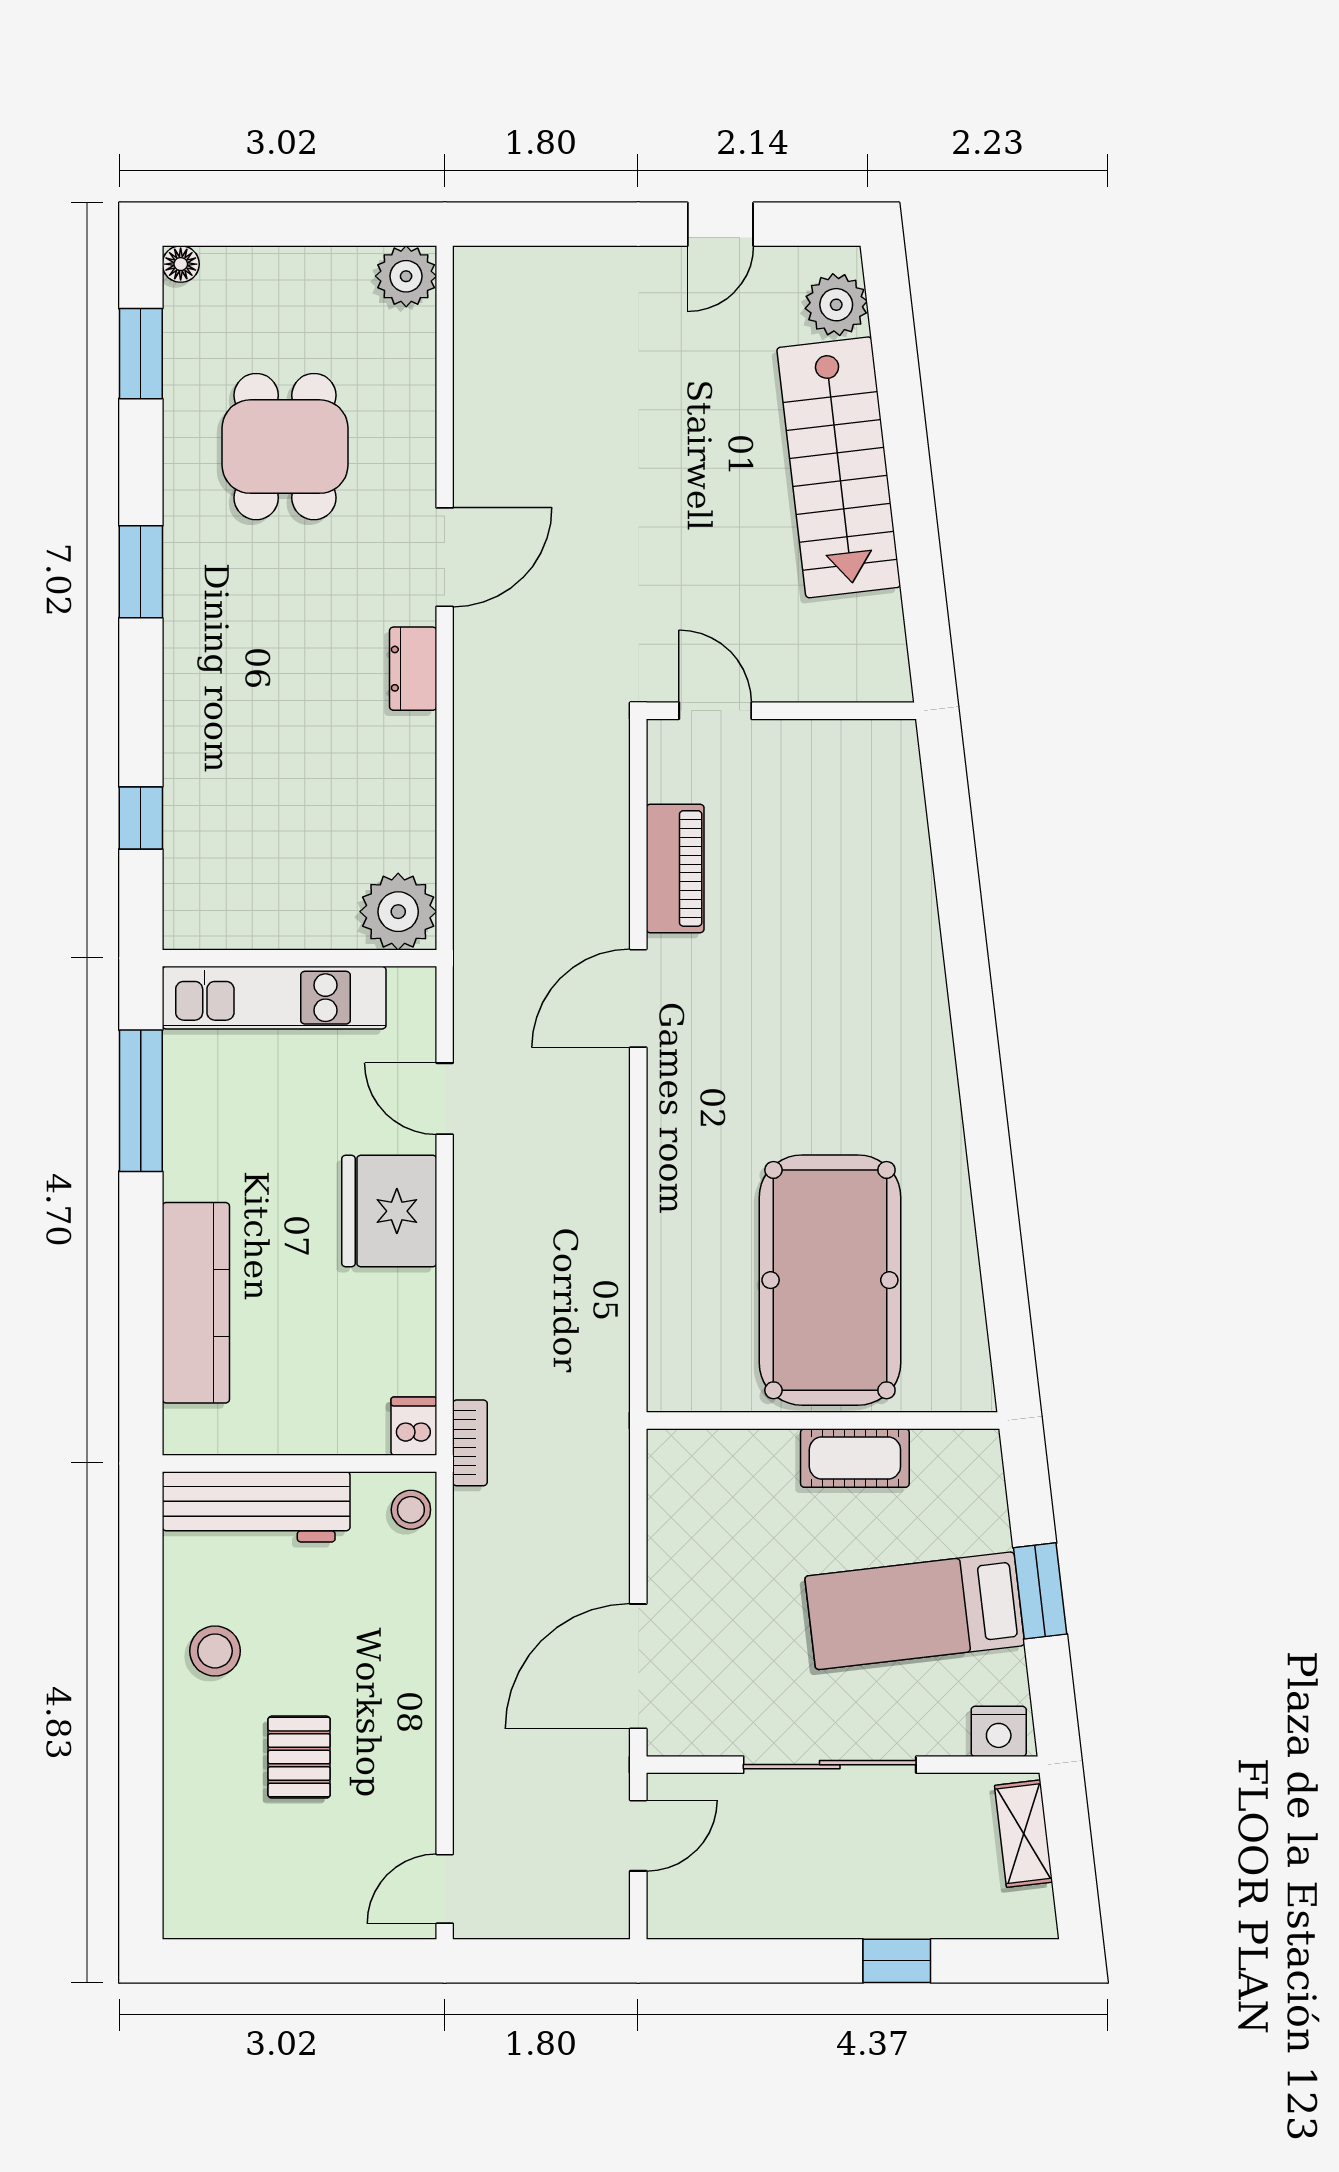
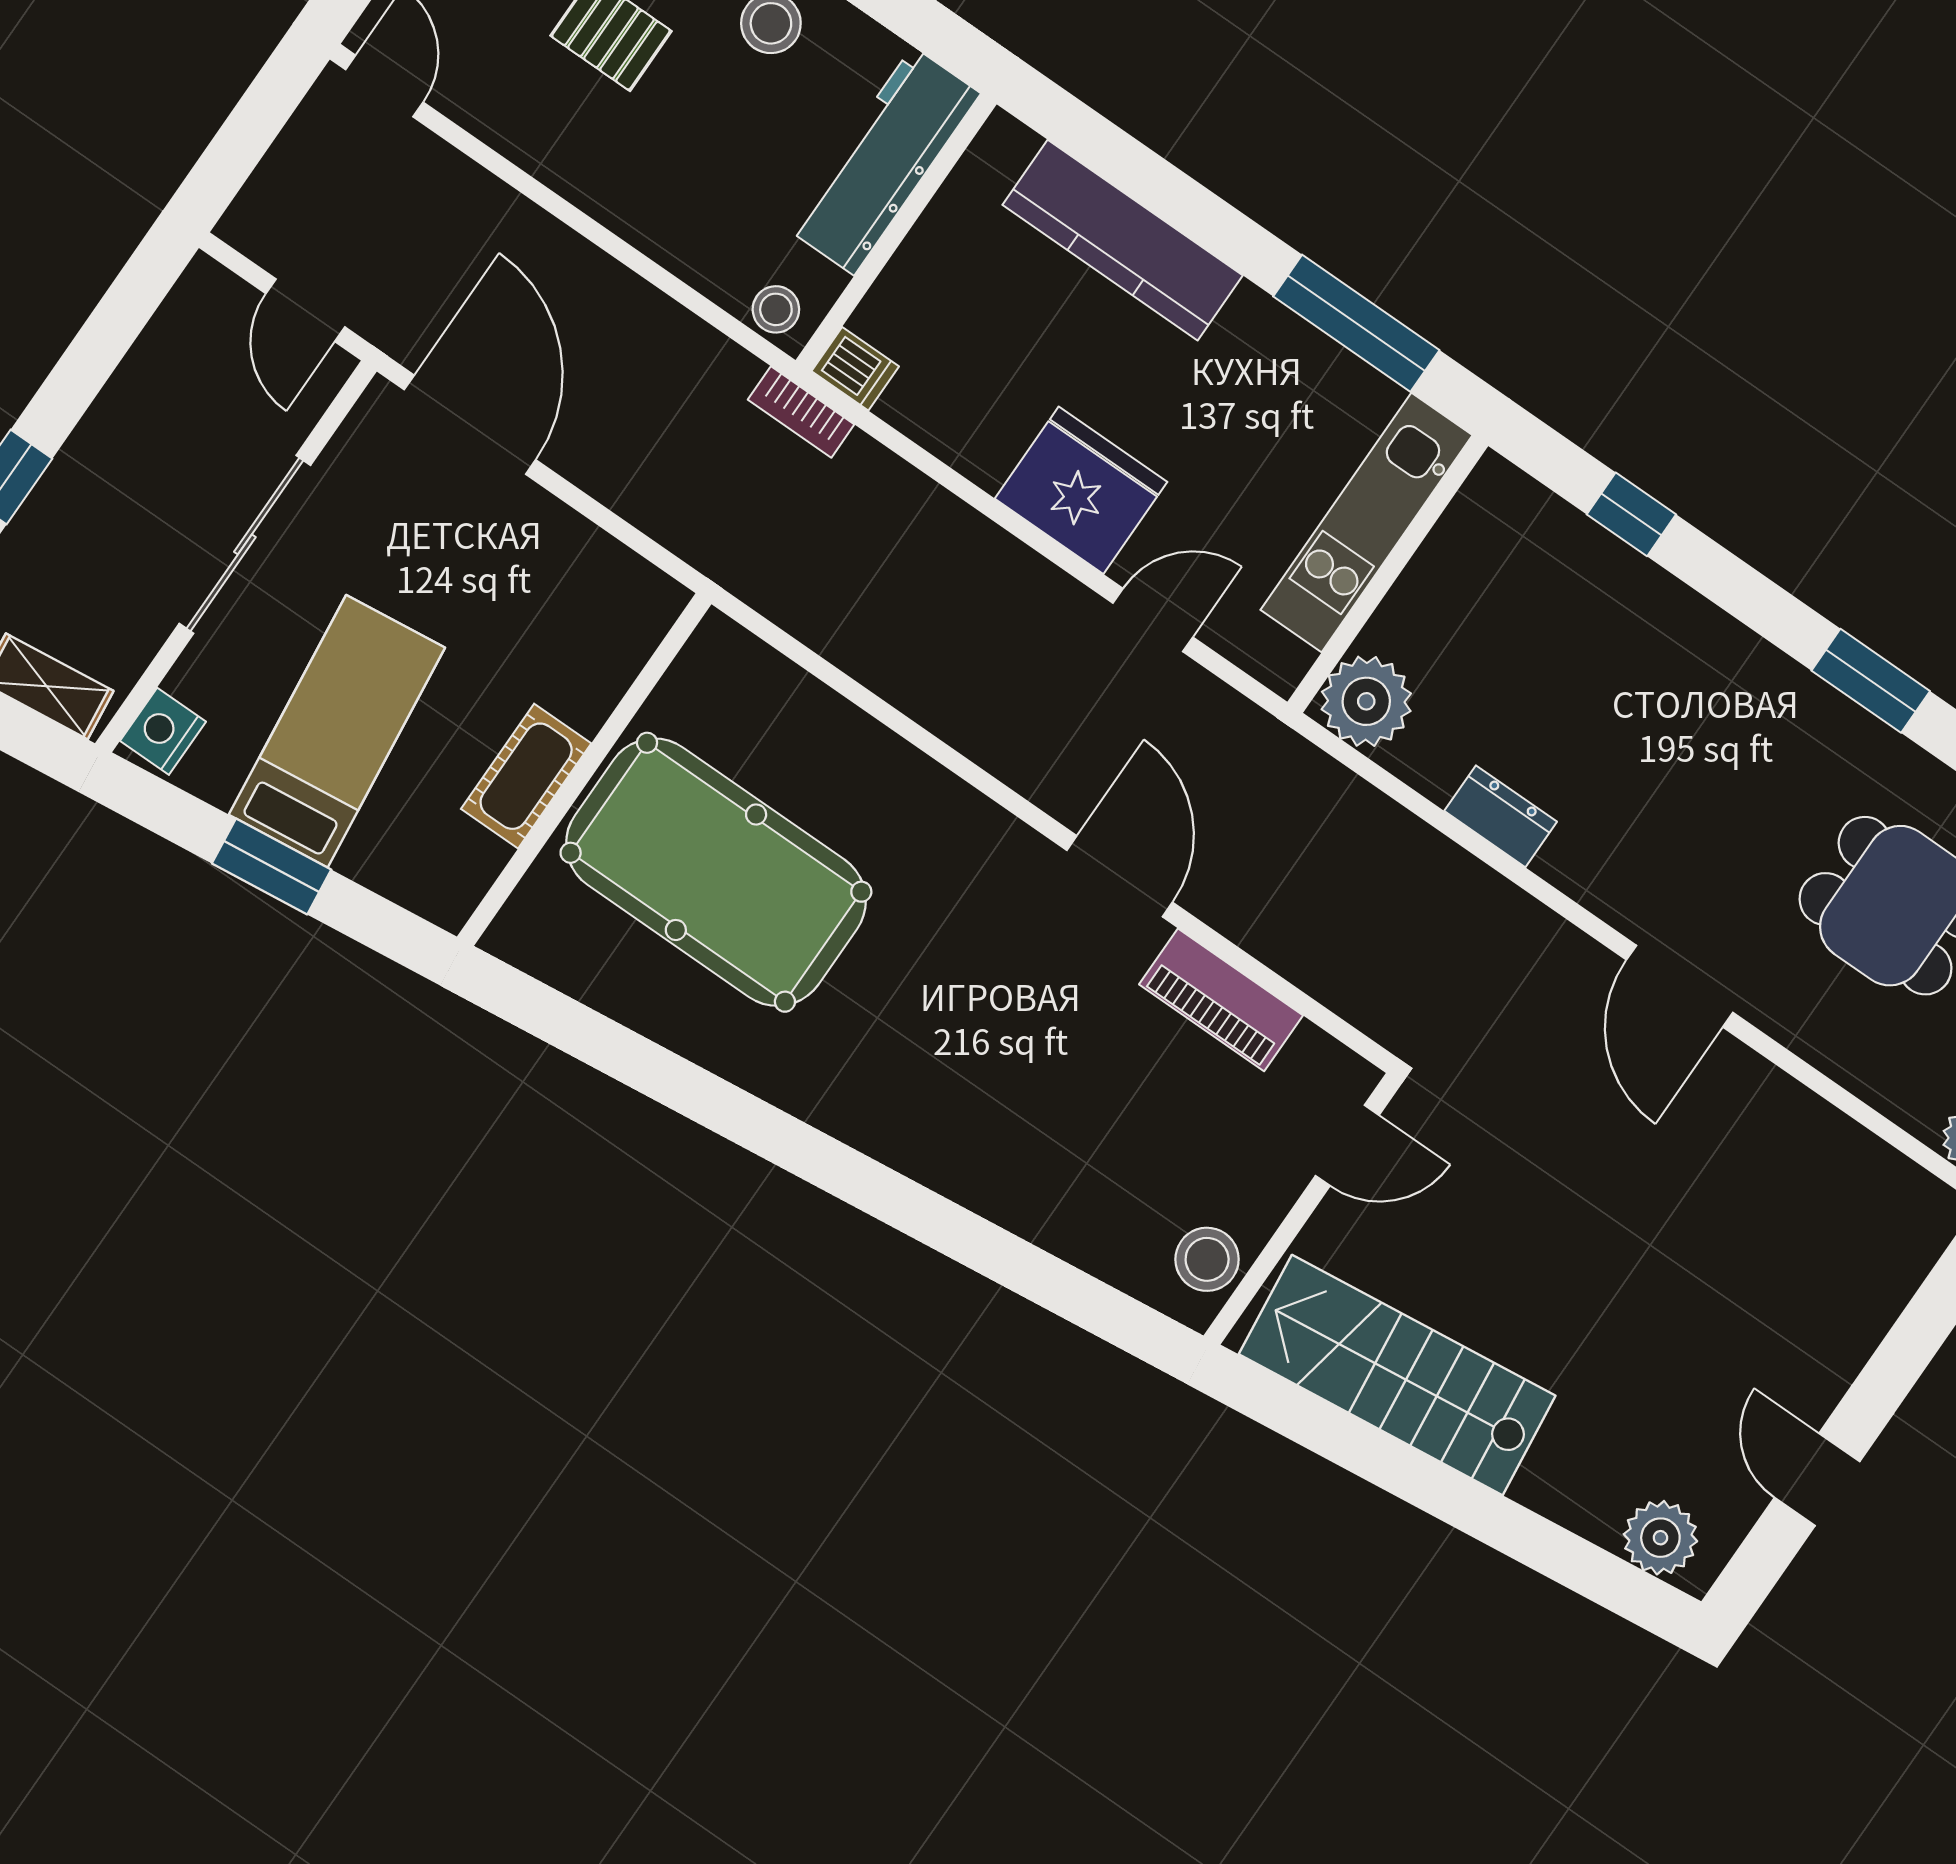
stairs: (839, 467) -> (1397, 1375), moved
dresser: (413, 669) -> (1501, 816), moved
stool: (862, 753) -> (1207, 1259), added

